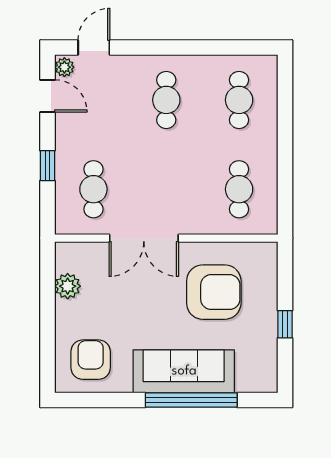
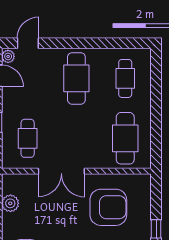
cafe table: (166, 100) -> (76, 78), width x1.37, depth x1.35
cafe table: (239, 189) -> (125, 138), width x1.37, depth x1.35

